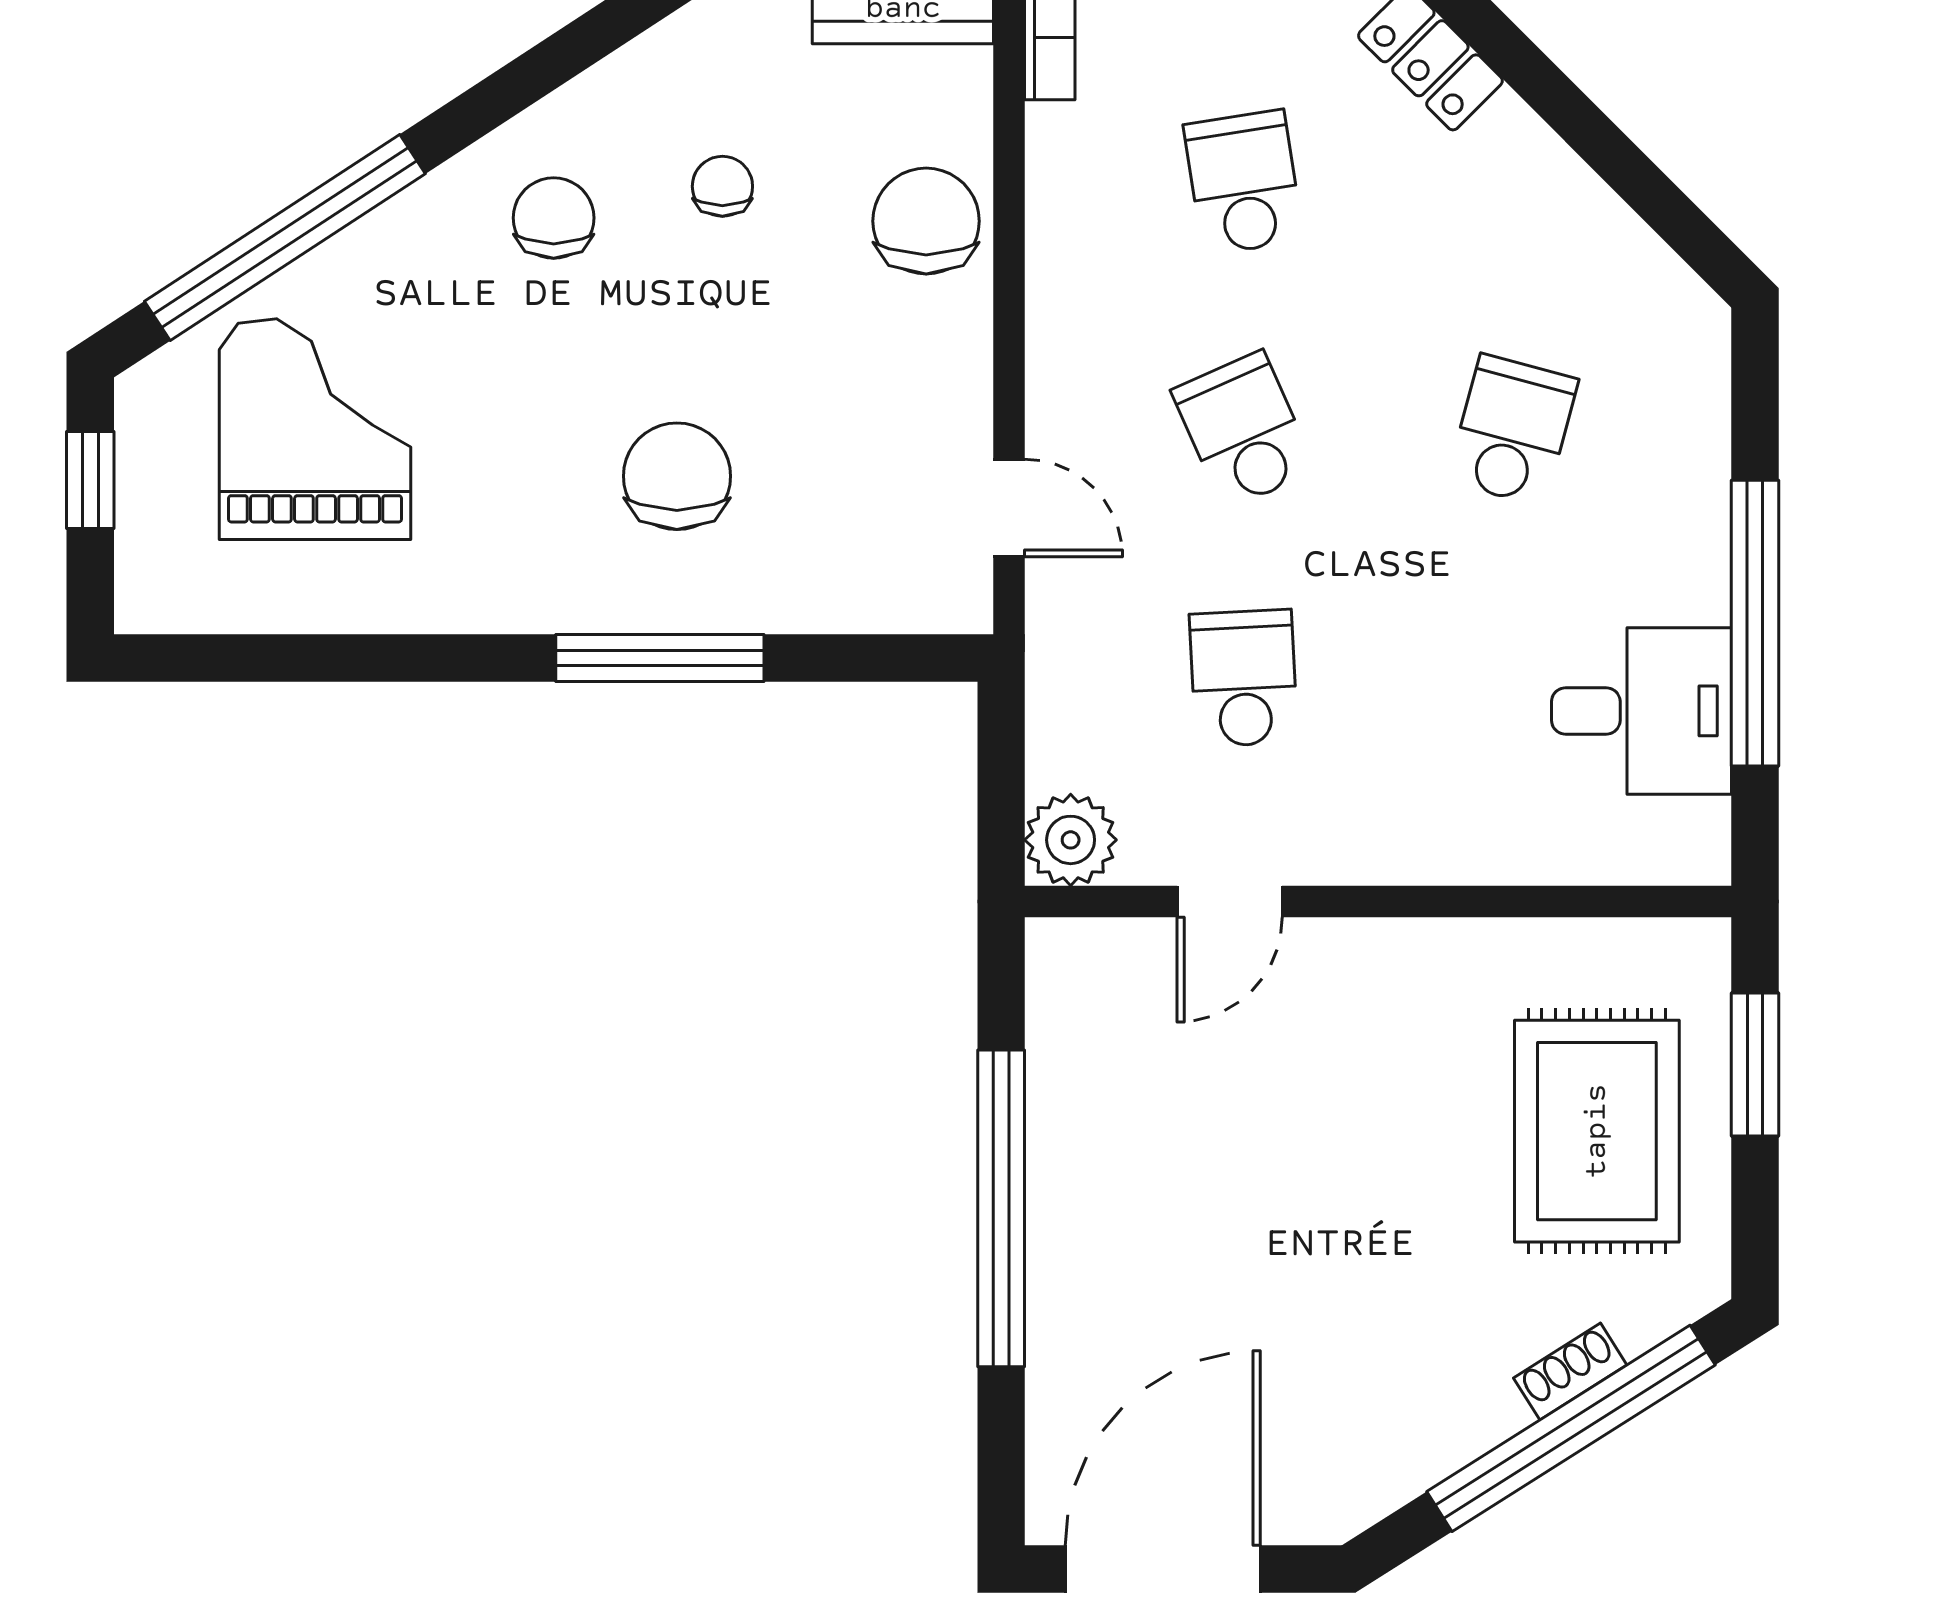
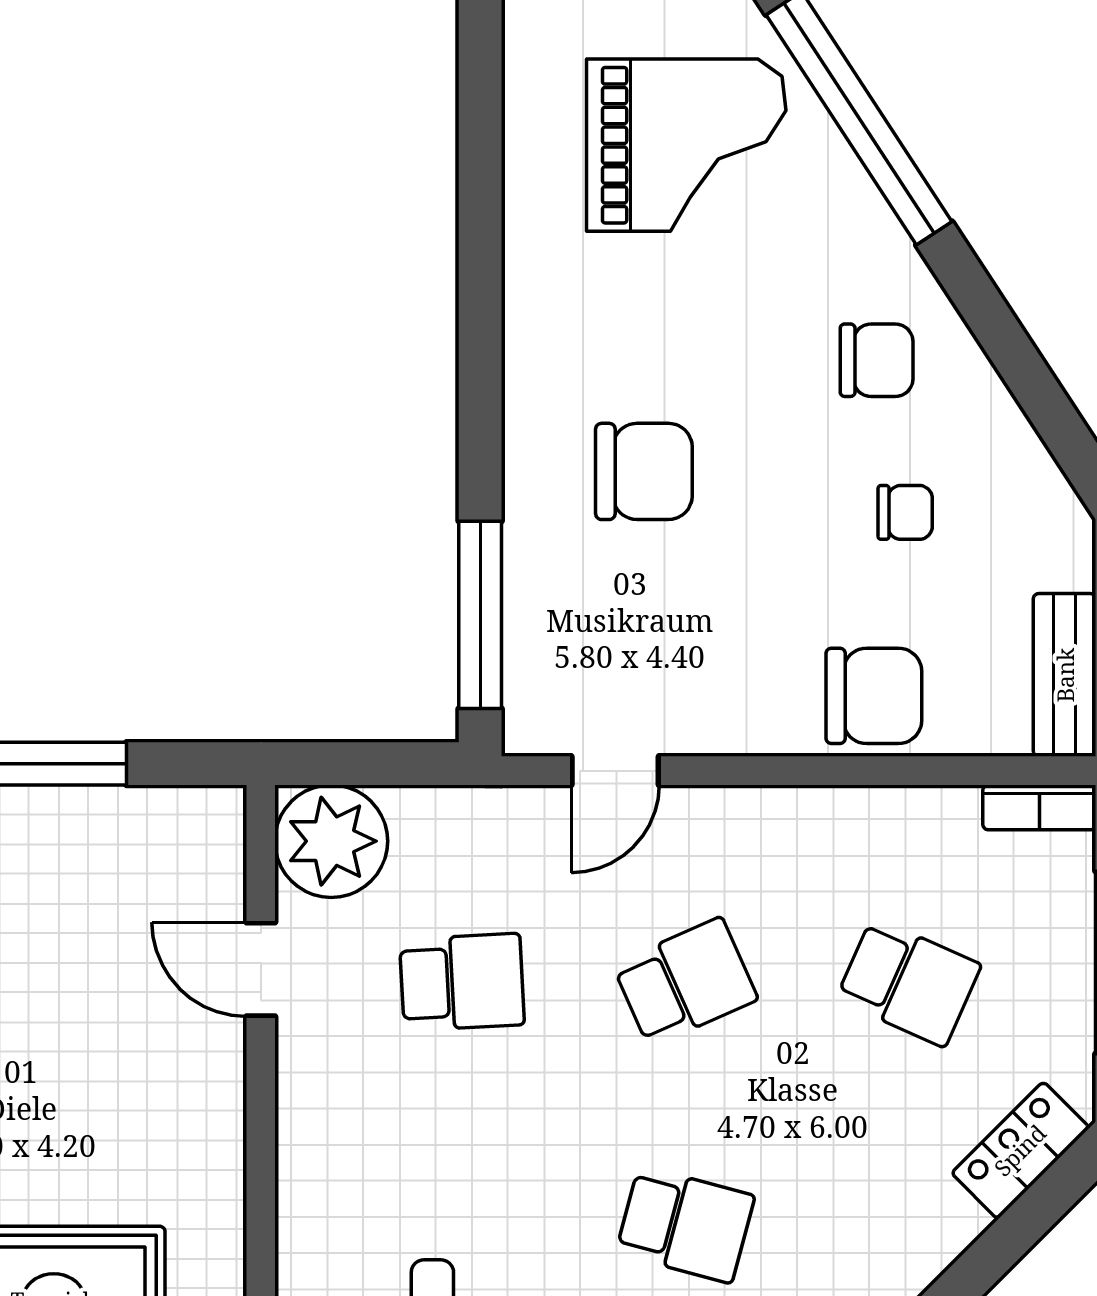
school desk: (1244, 182) -> (909, 982), turned 33
window: (660, 658) -> (480, 615), moved
plant: (1071, 840) -> (331, 841), width x1.36, depth x1.36

